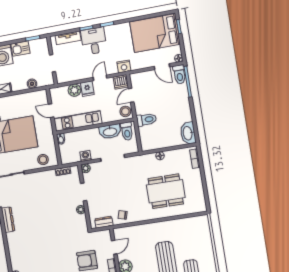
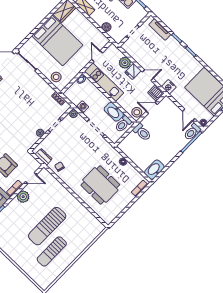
desk: (94, 41) -> (171, 51), removed

